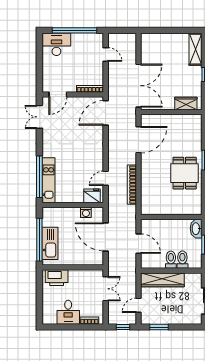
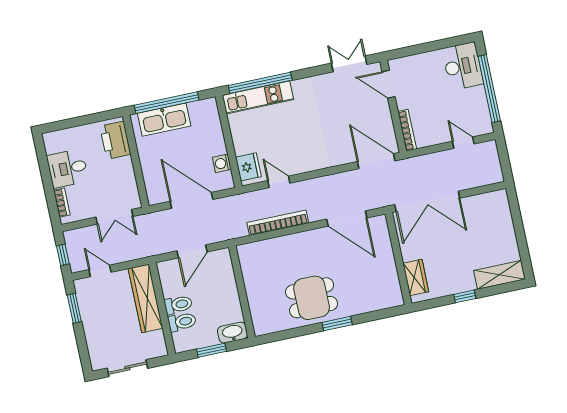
door: (106, 54) -> (463, 143), swing flipped
door: (106, 237) -> (191, 200), hinge flipped

